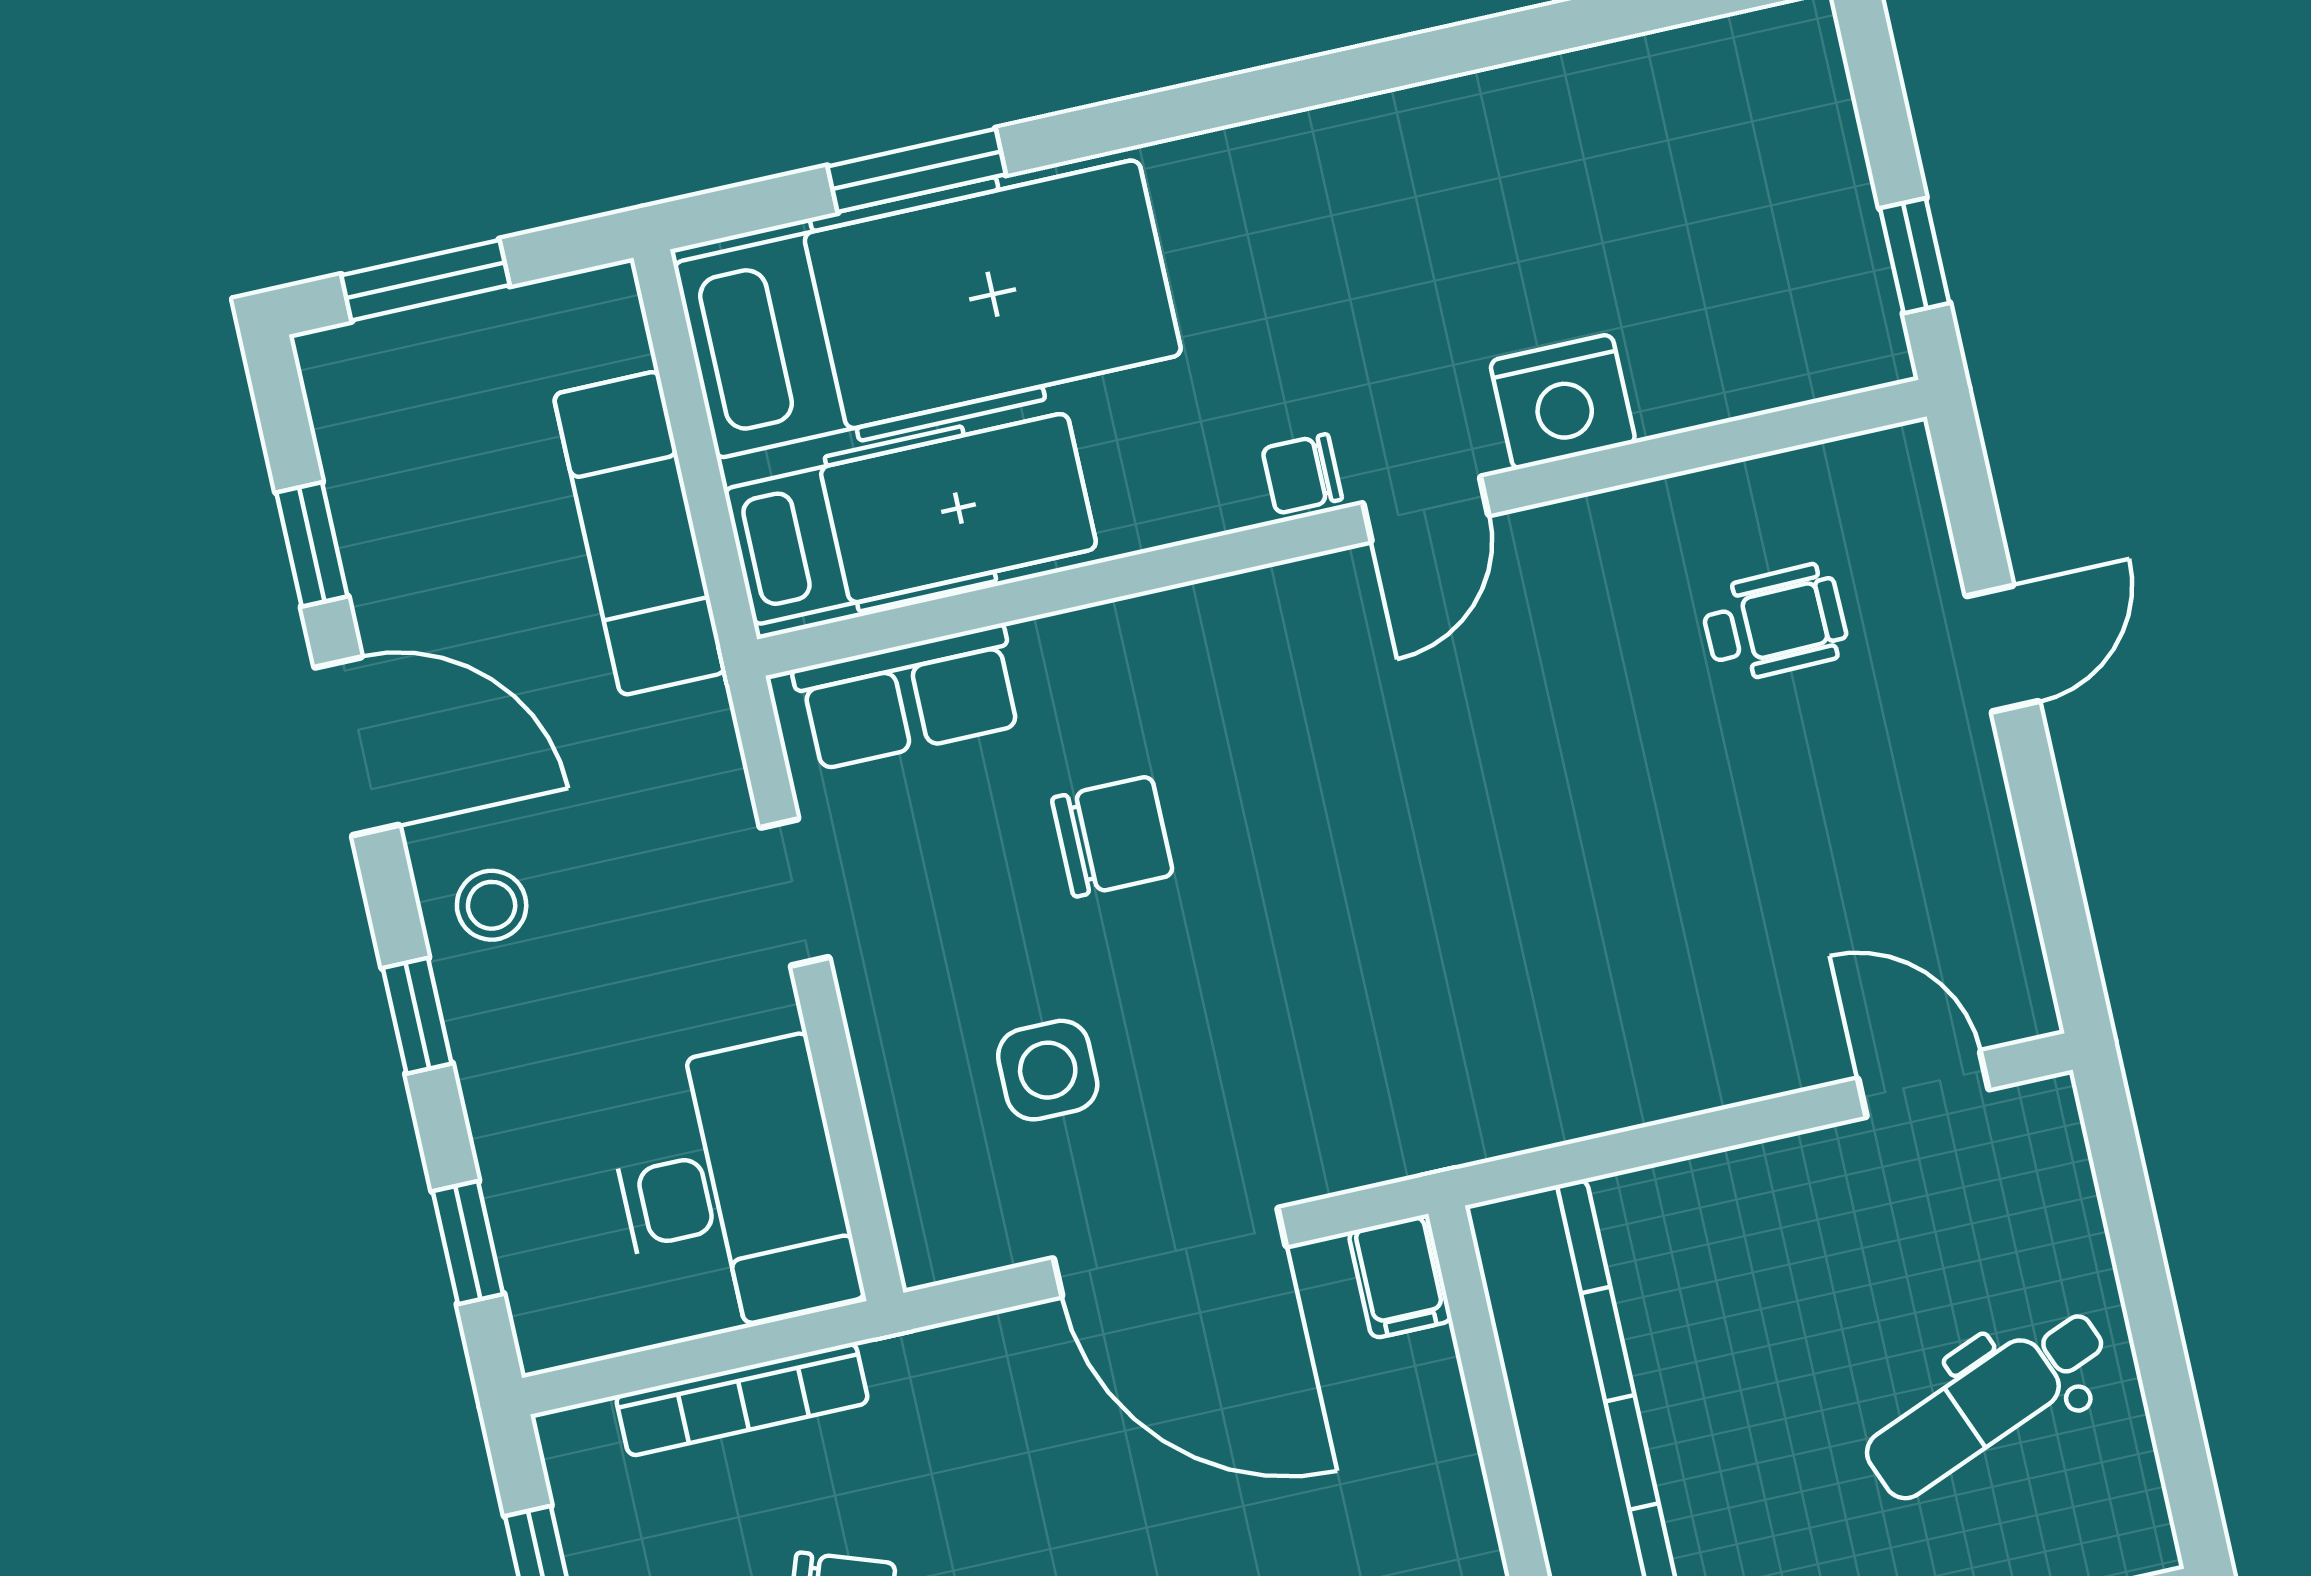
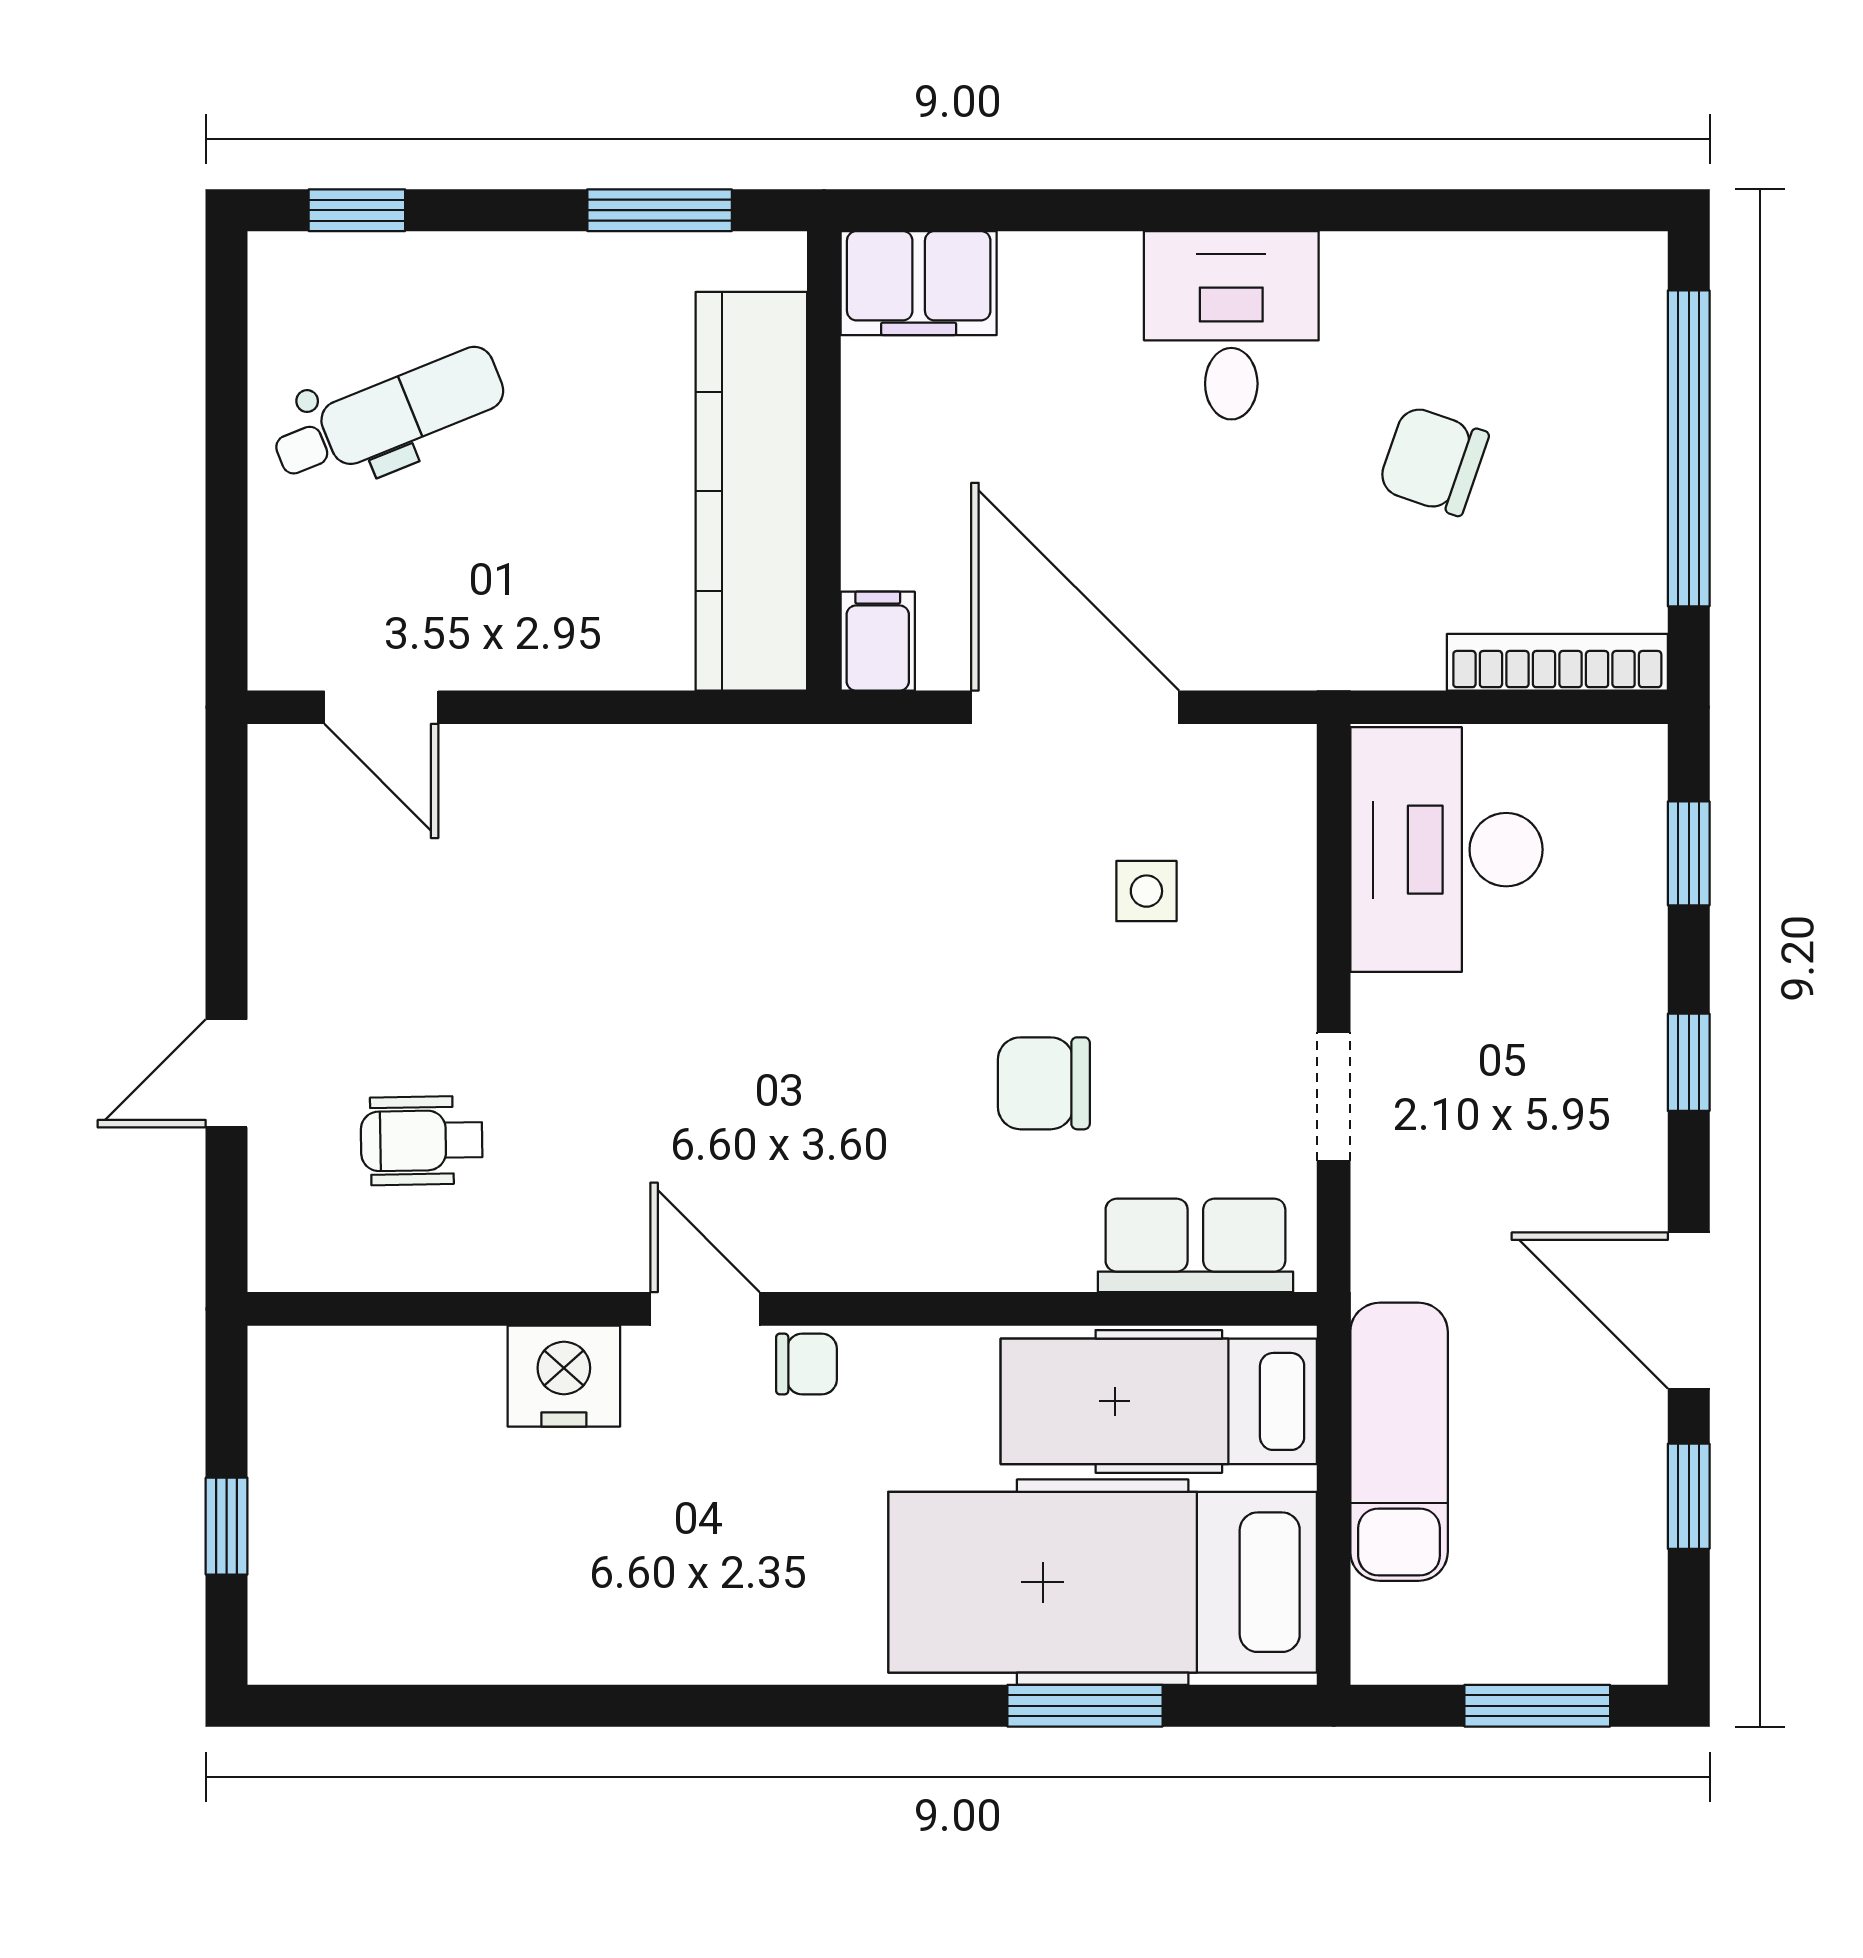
window: (1915, 256) -> (227, 1526), moved
door: (1426, 509) -> (705, 1309), hinge flipped
stool: (492, 905) -> (1602, 1145), removed
side table: (1048, 1070) -> (1146, 891), width x0.73, depth x0.73
bookcase: (742, 1399) -> (1557, 662), moved

